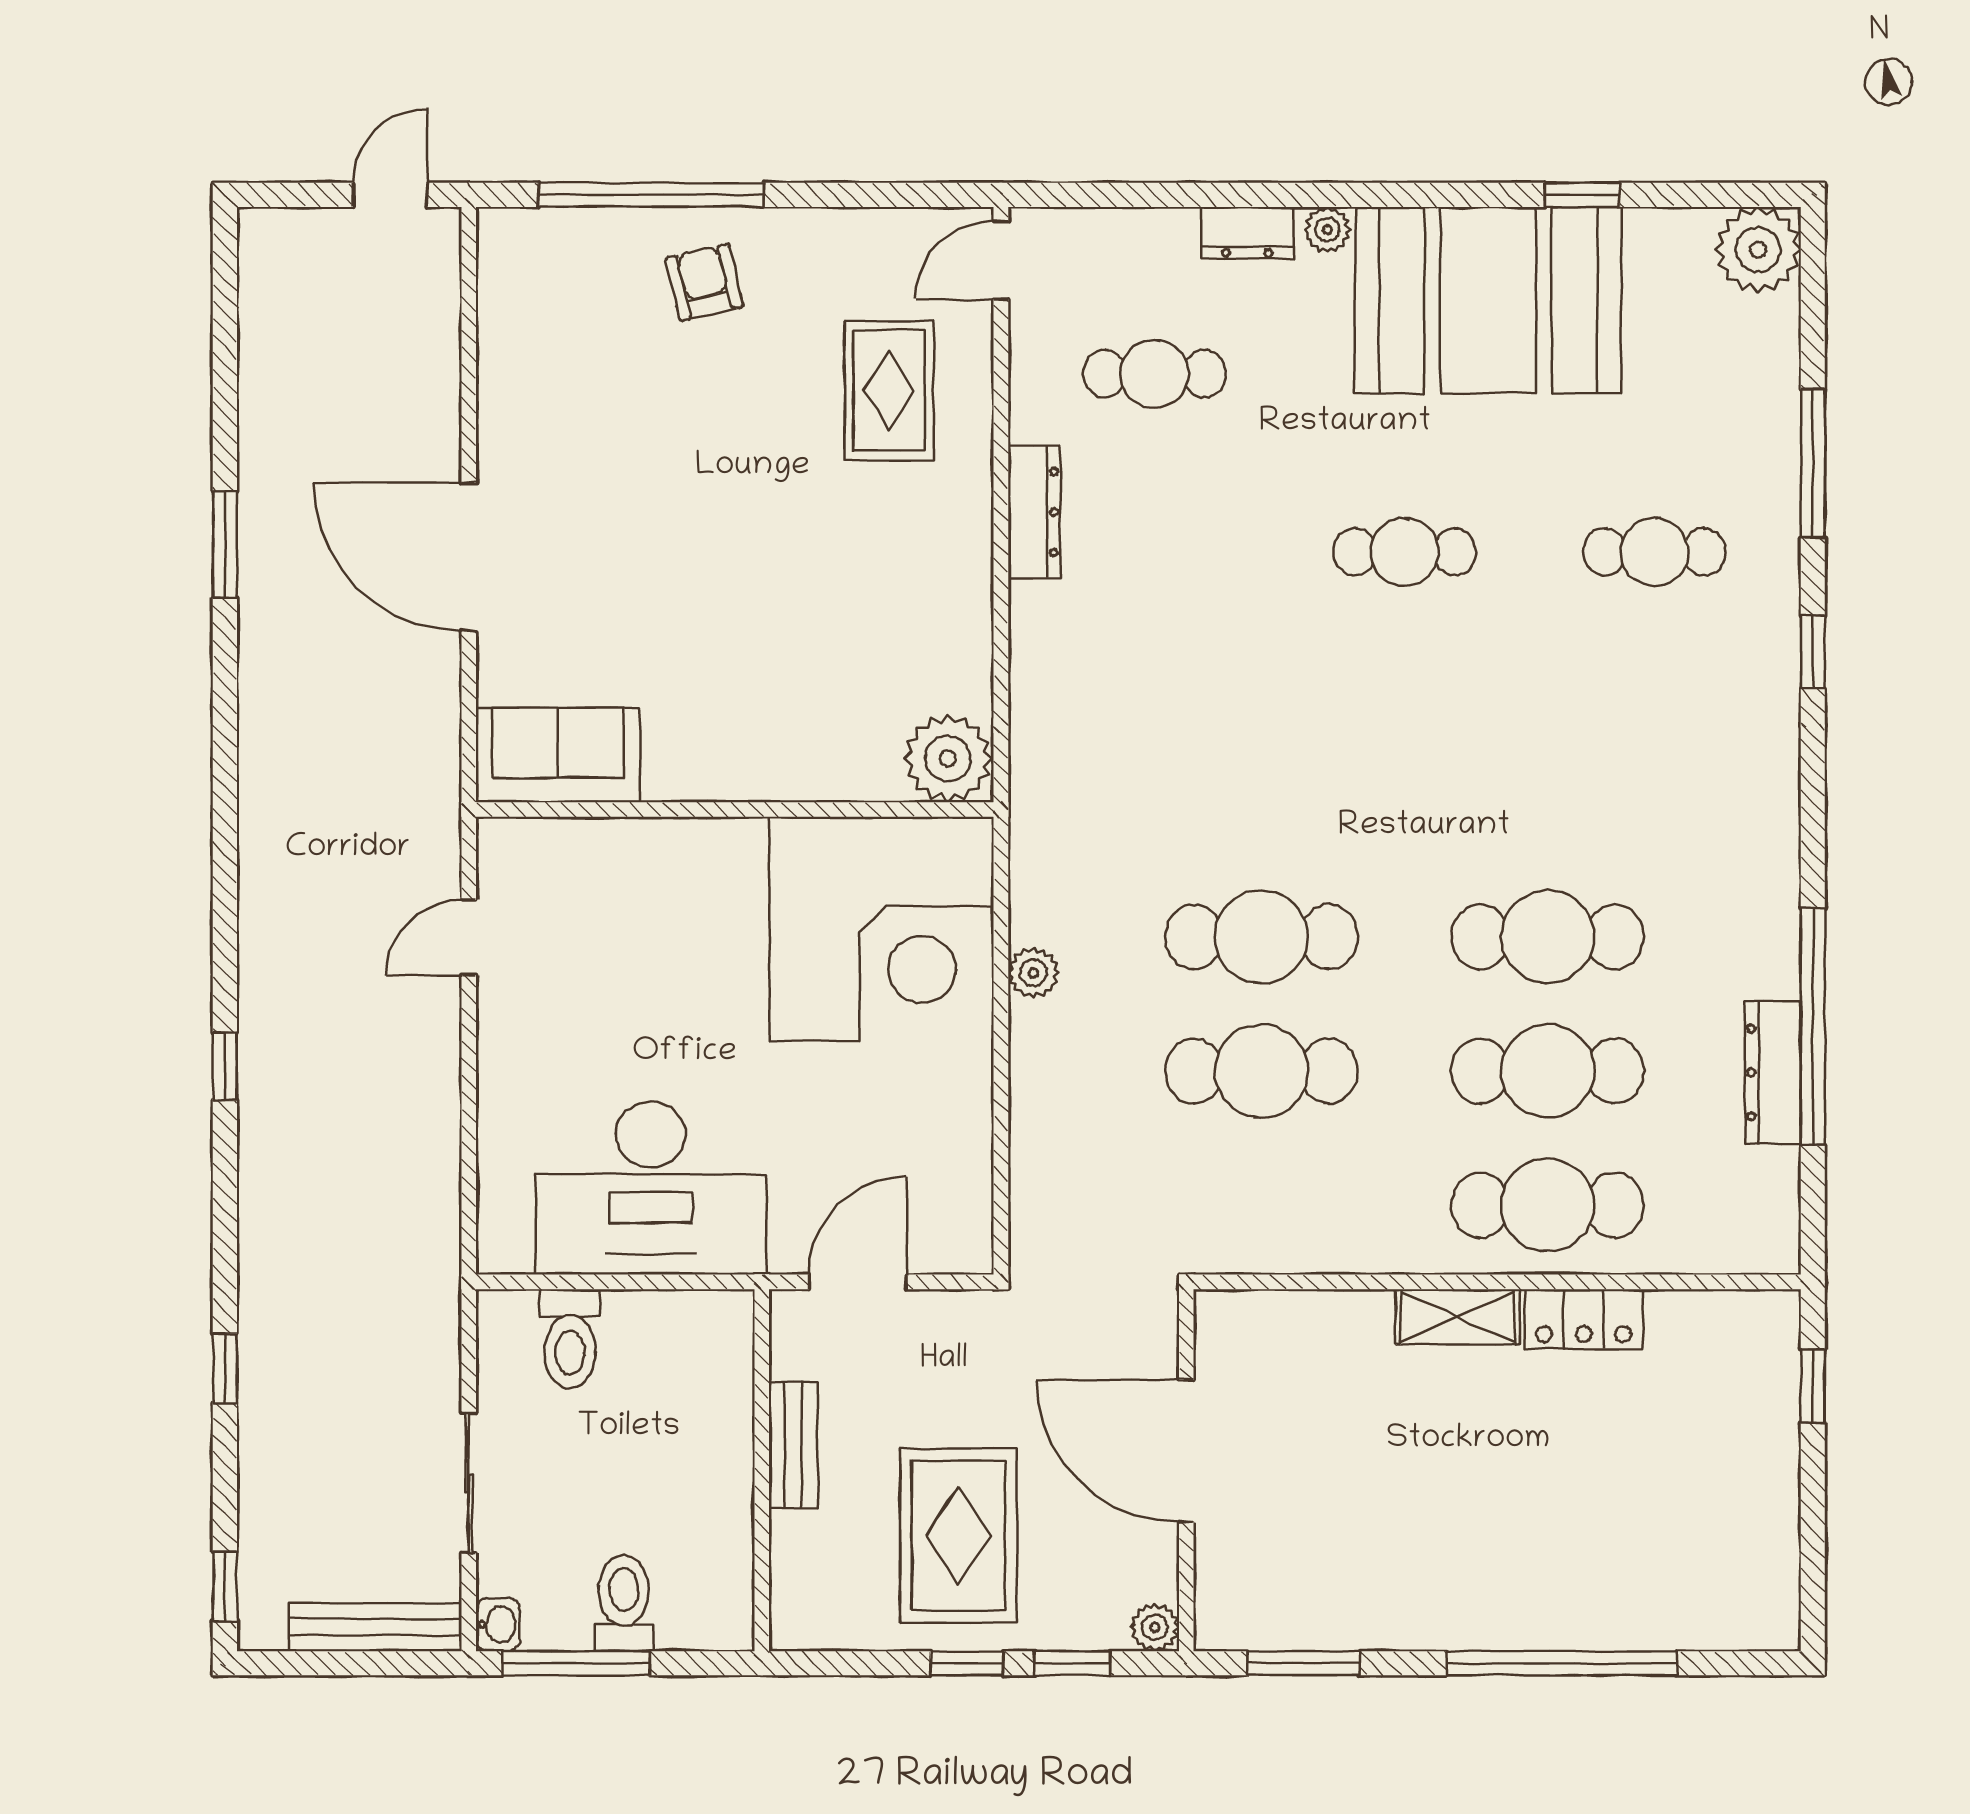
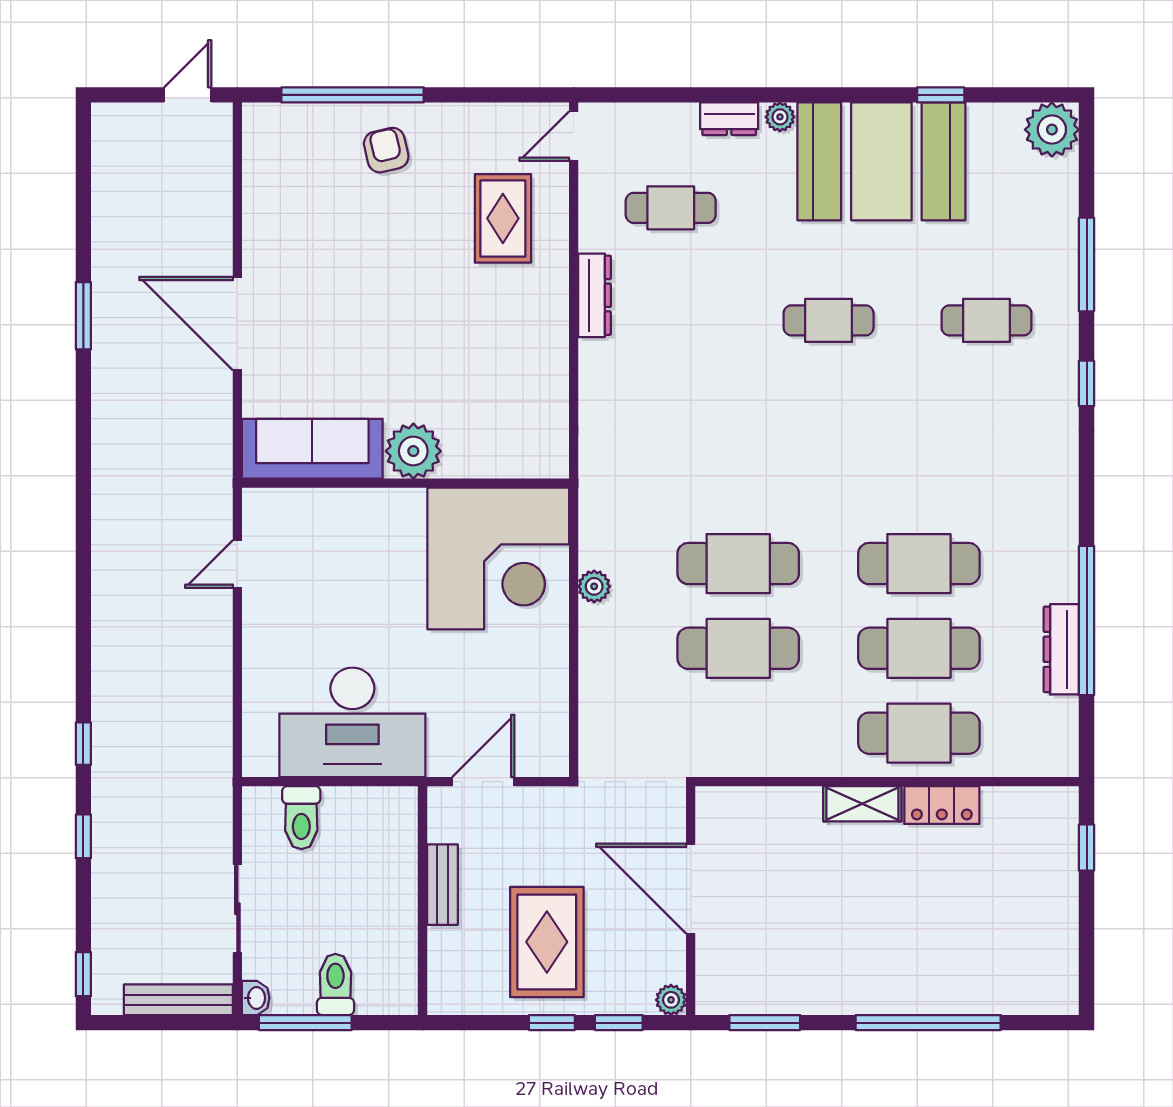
sofa: (558, 755) -> (312, 449), width x1.36
plant: (948, 759) -> (413, 451), moved
window: (225, 1066) -> (83, 744), moved

